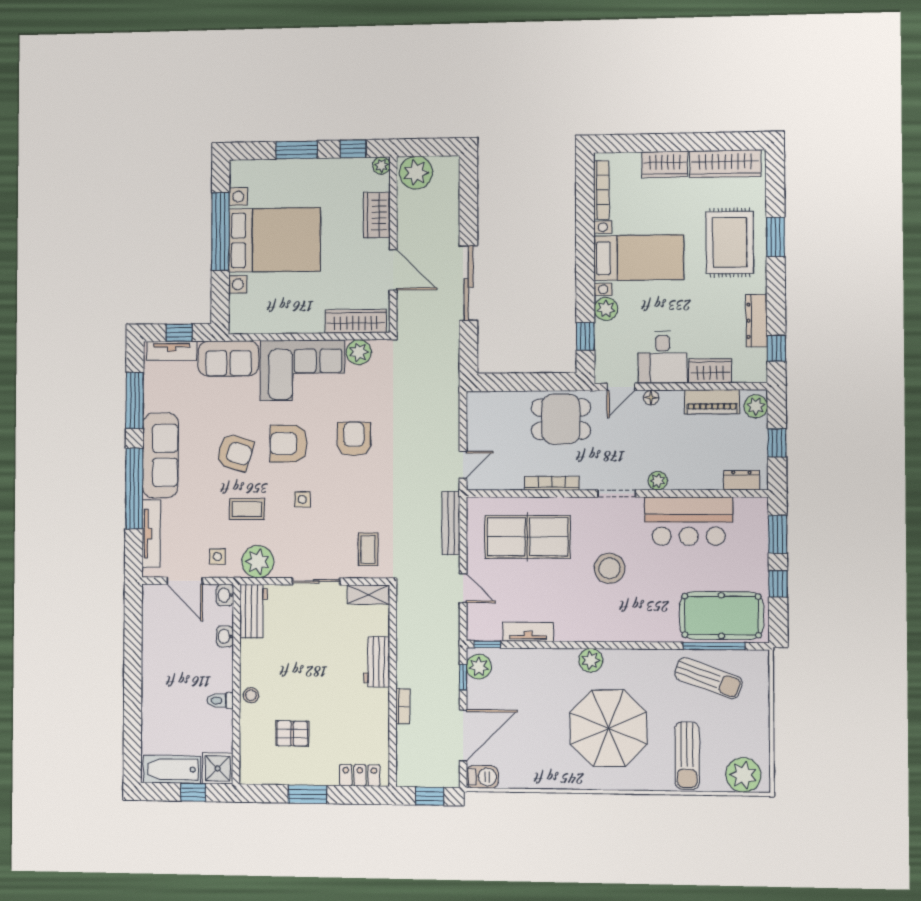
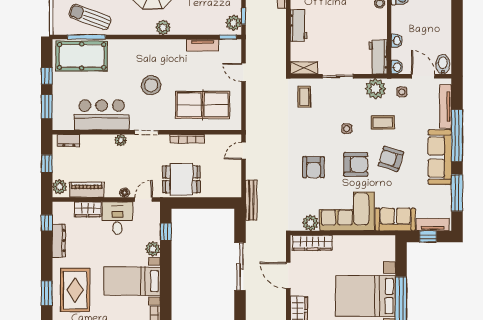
bench: (451, 523) -> (251, 200), moved
bidet: (155, 599) -> (443, 64), added

